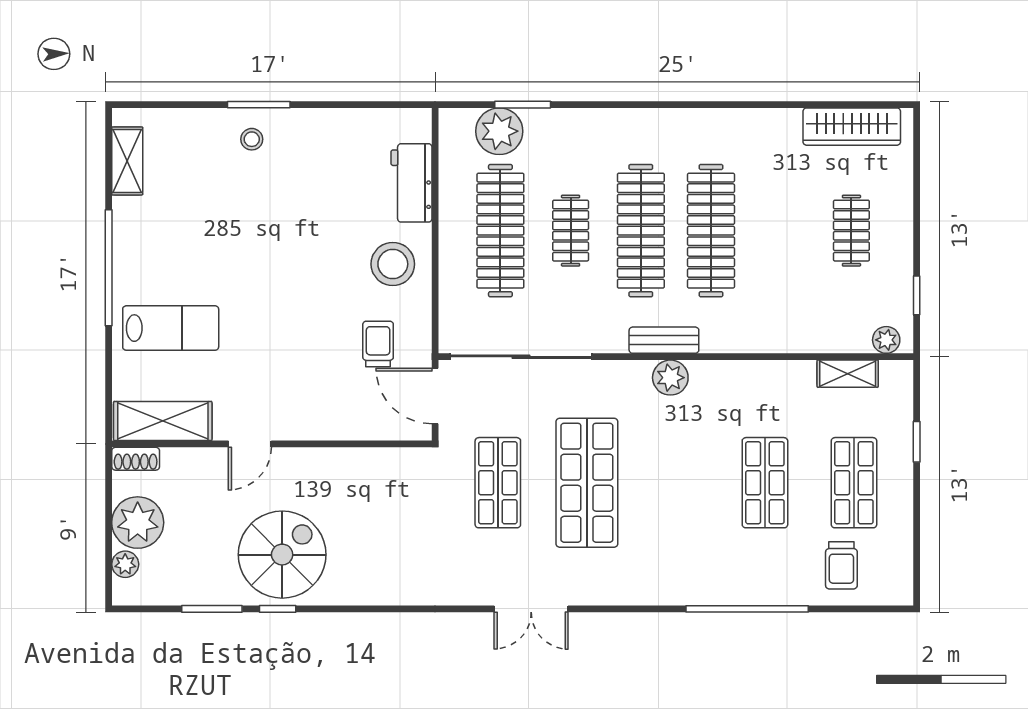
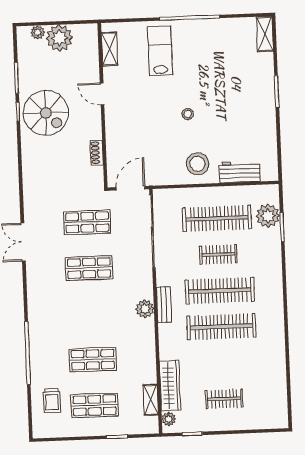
wardrobe: (852, 127) -> (170, 386), moved, turned 180
stool: (252, 139) -> (188, 114), moved
shelving: (127, 161) -> (265, 34), moved, turned 90
lab bench: (171, 328) -> (160, 51), turned 180
trolley: (378, 344) -> (156, 158), removed
shelving: (163, 421) -> (109, 49), width x0.67, depth x0.75
shoe rack: (136, 459) -> (97, 153), moved
shop shelf: (587, 483) -> (89, 268), width x0.70, depth x0.74
trolley: (841, 565) -> (52, 401), turned -90

